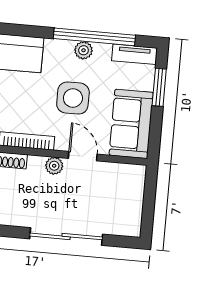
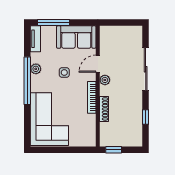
window: (94, 37) -> (27, 81), moved
window: (159, 87) -> (53, 23), width x1.44
side table: (73, 98) -> (64, 73), width x0.54, depth x0.54

